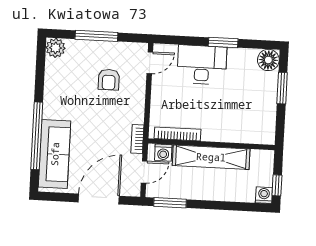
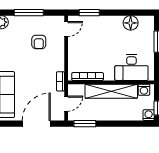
window: (223, 42) -> (89, 13), moved
floor lamp: (268, 60) -> (131, 23), moved
desk: (202, 65) -> (131, 68), moved, turned 180
washing machine: (163, 153) -> (144, 90), moved

